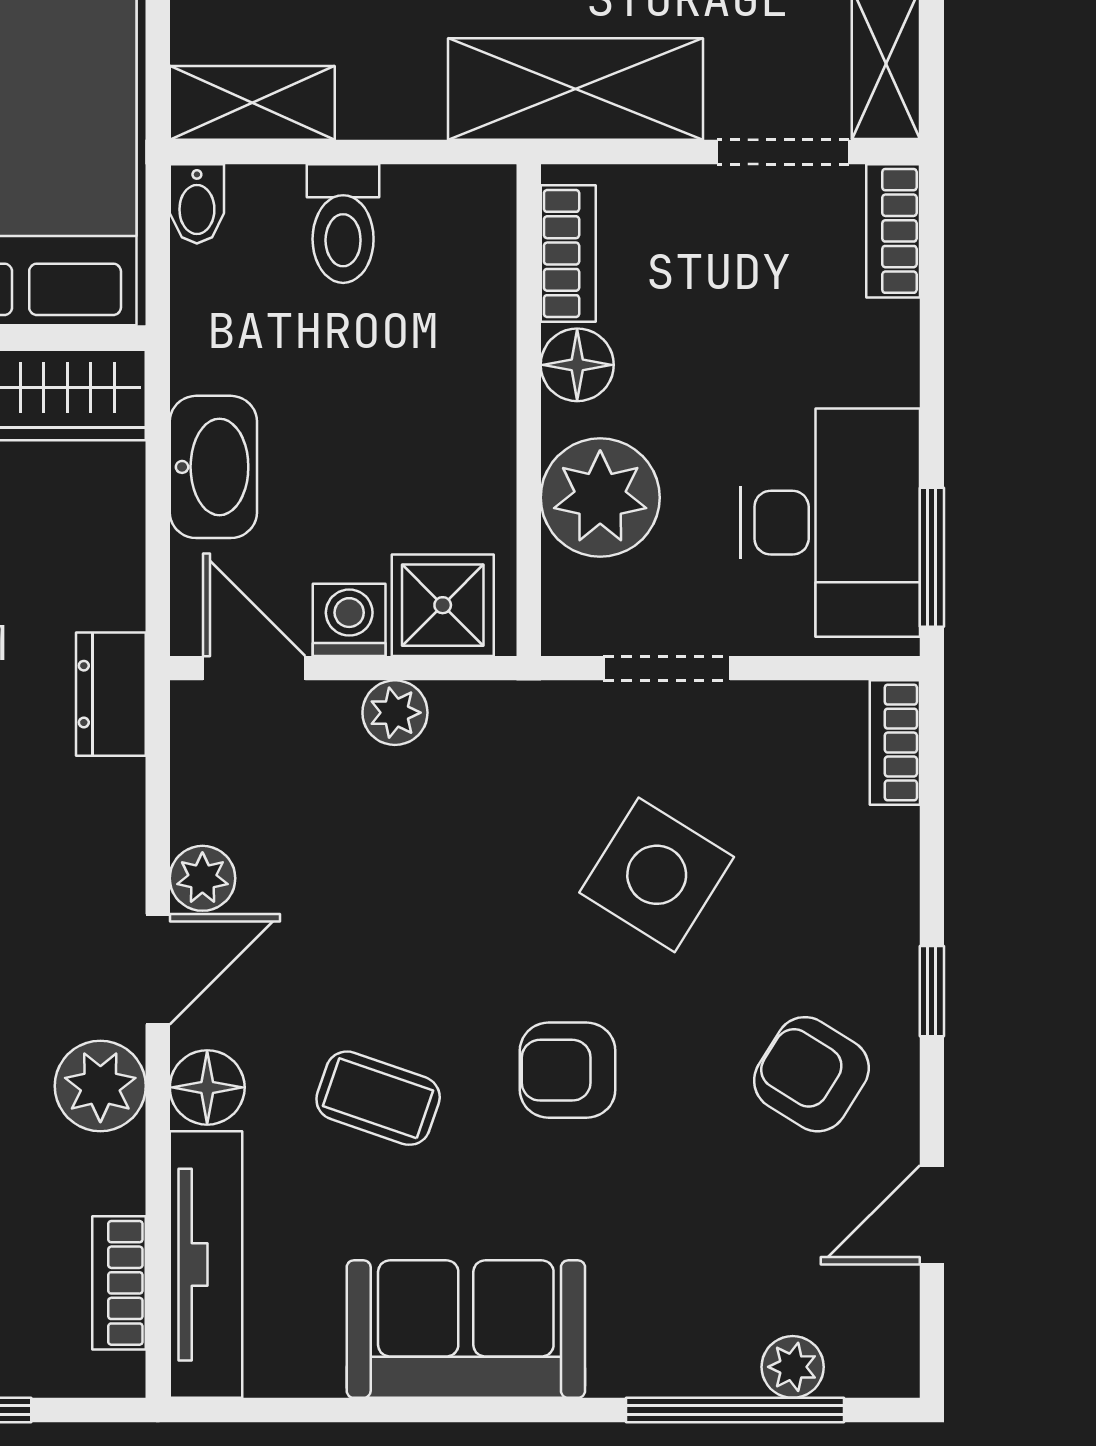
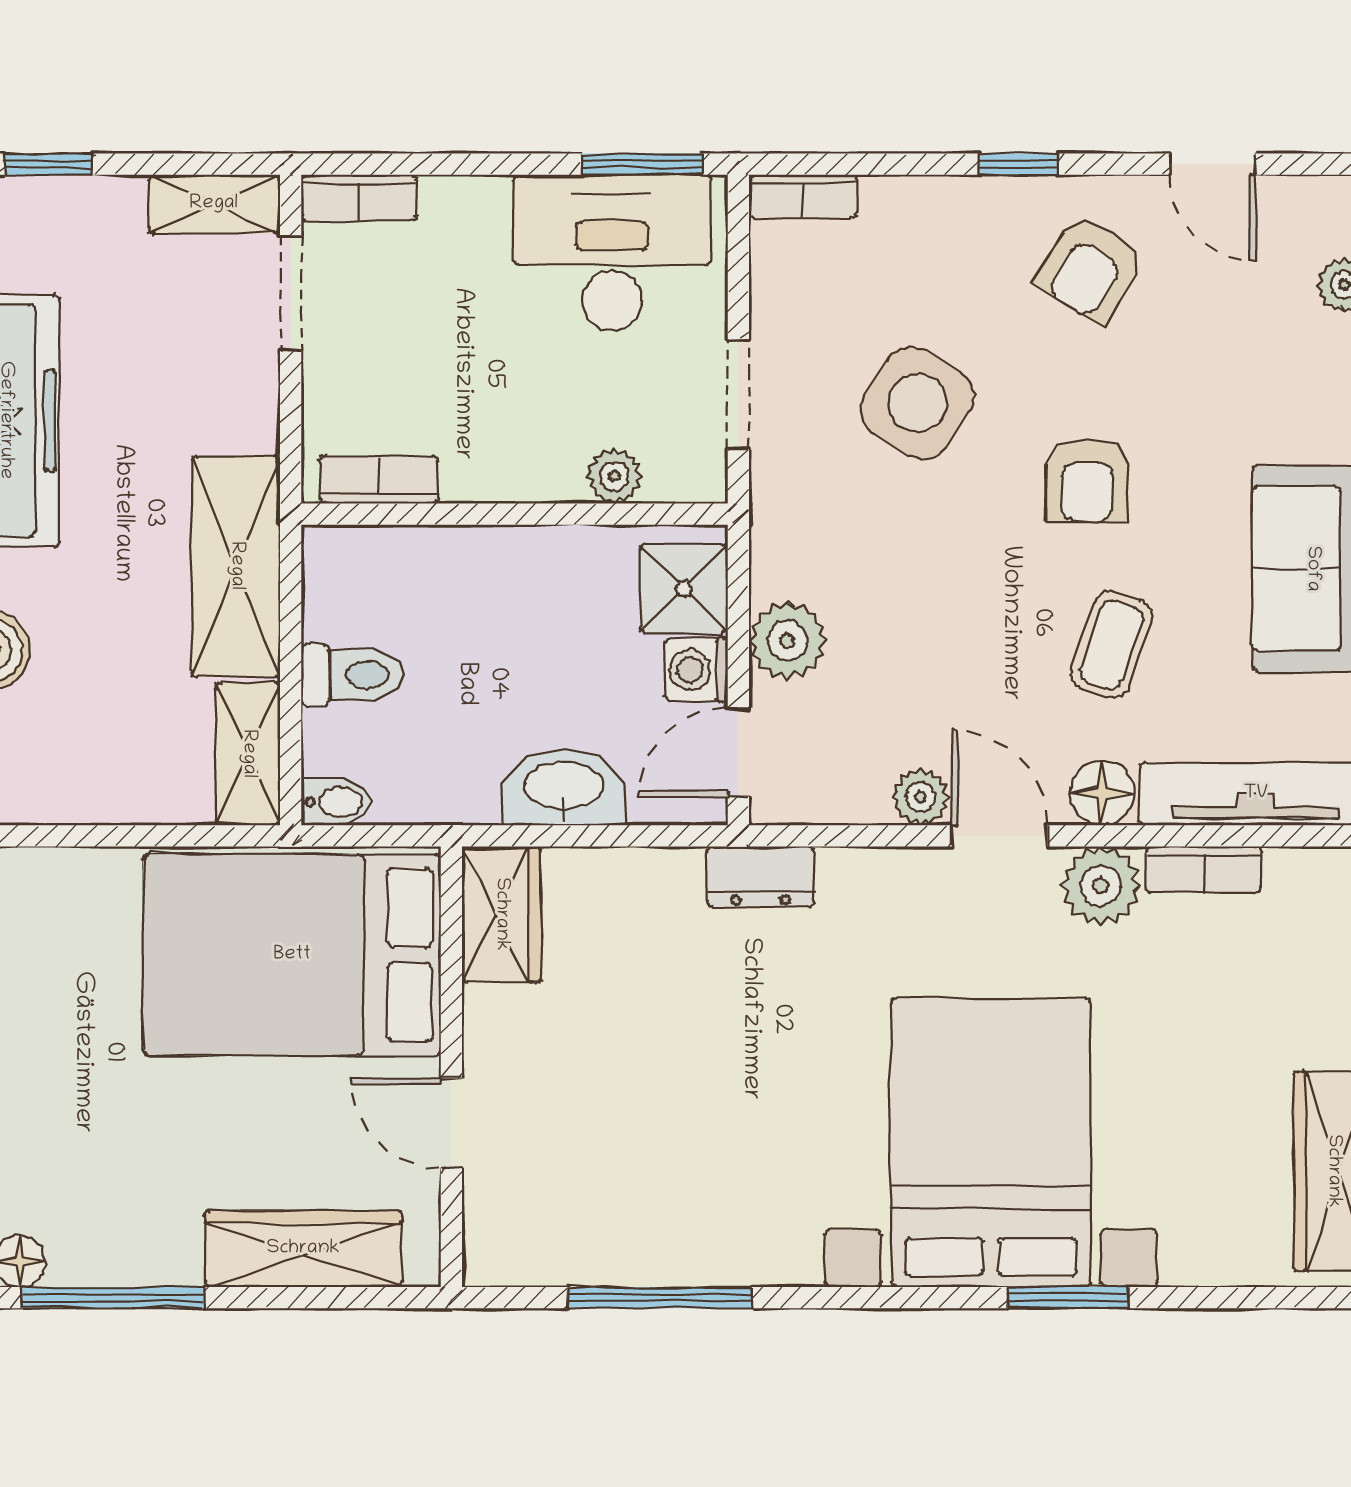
shelving: (576, 89) -> (236, 566), moved
floor lamp: (577, 365) -> (475, 472), removed
plant: (600, 498) -> (614, 476), width x0.53, depth x0.53
plant: (395, 713) -> (787, 641), width x1.38, depth x1.38
bookcase: (119, 1283) -> (1204, 869), moved

